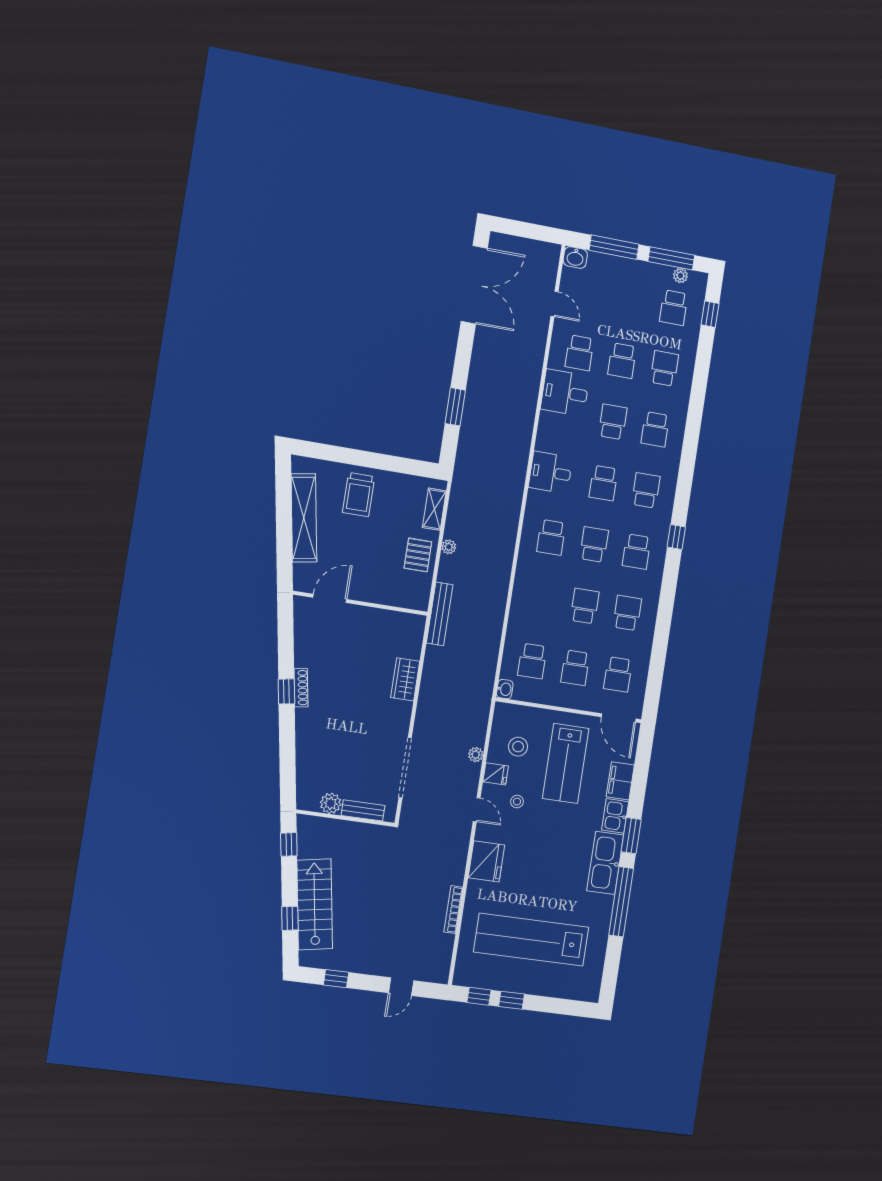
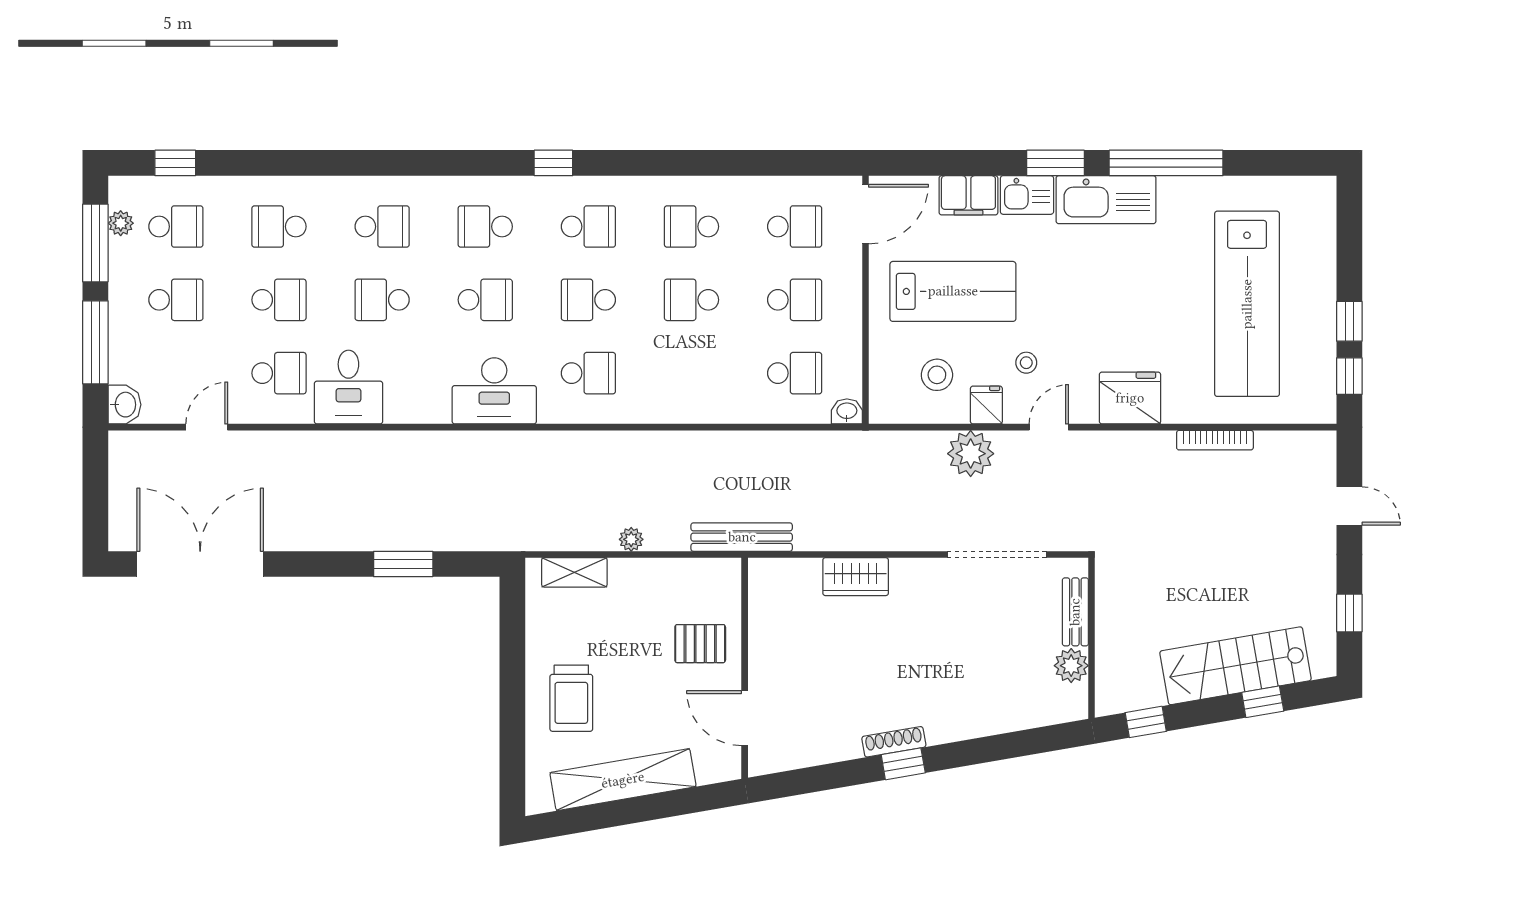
school desk: (631, 300) -> (176, 300), added
desk: (550, 472) -> (494, 391), width x1.37
trolley: (359, 495) -> (571, 698), turned 90
pallet: (418, 555) -> (700, 644), moved
plant: (476, 755) -> (971, 454), width x1.87, depth x1.87

